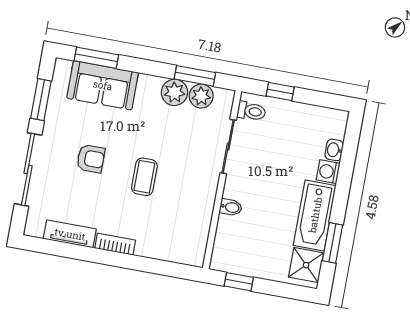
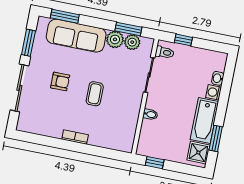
sofa: (103, 85) -> (76, 36), width x1.36
tv unit: (70, 234) -> (46, 130), removed

